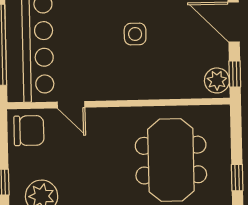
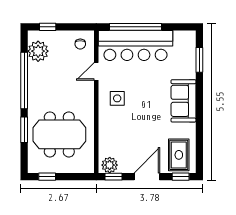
side table: (135, 34) -> (117, 98), moved
chair: (29, 131) -> (80, 44), width x0.54, depth x0.54

